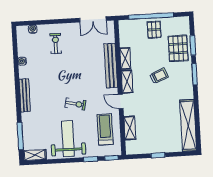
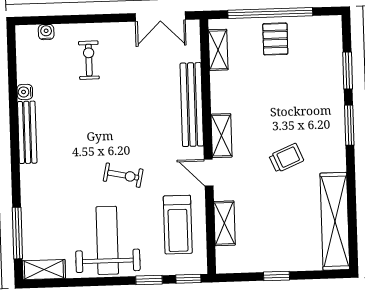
pallet: (178, 48) -> (320, 75), removed
shelving: (125, 58) -> (218, 50), moved
trolley: (159, 76) -> (286, 158), moved
bench: (25, 95) -> (27, 132), moved
treadmill: (105, 129) -> (178, 225), turned 180

